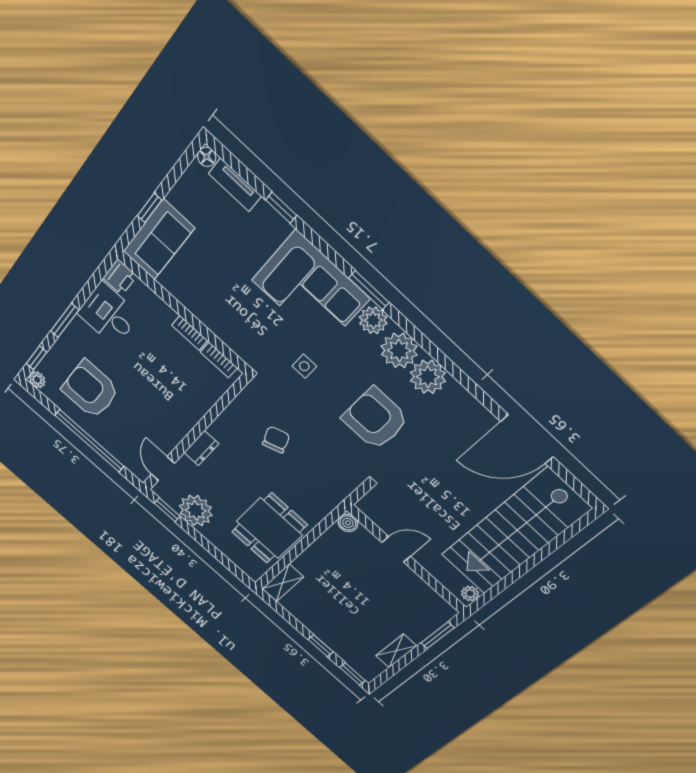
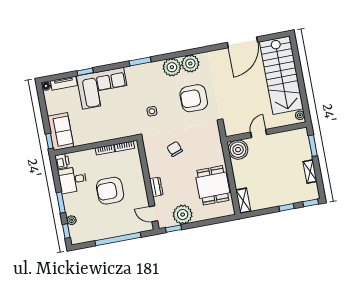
window: (150, 208) -> (49, 141), moved
corner sofa: (311, 289) -> (103, 88), moved
plant: (373, 320) -> (153, 69), removed
plant: (37, 380) -> (72, 220), moved
armchair: (90, 390) -> (110, 191), moved
boiler: (348, 523) -> (238, 150), width x1.86, depth x1.86

